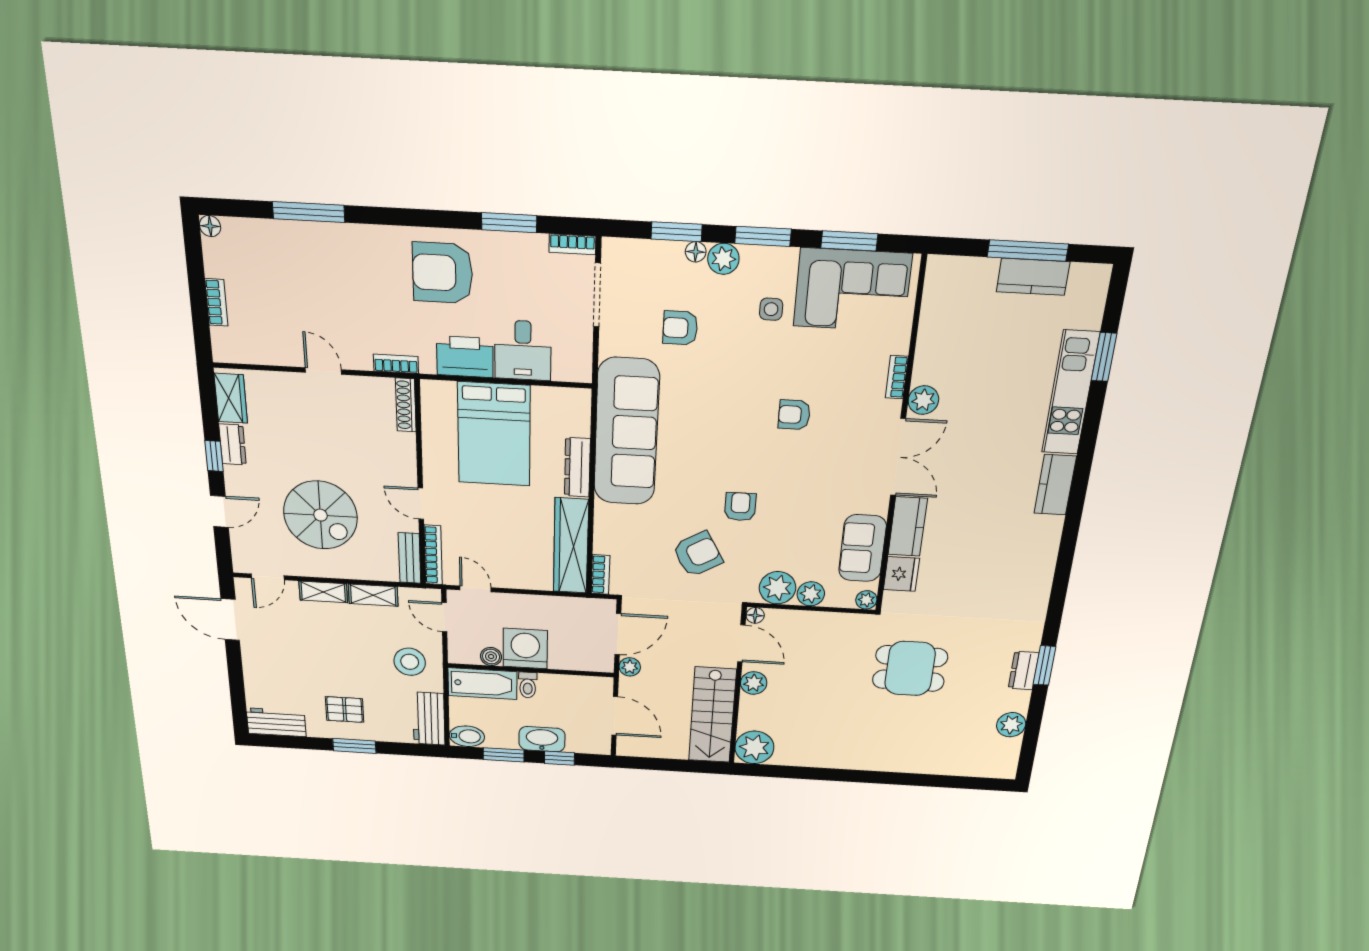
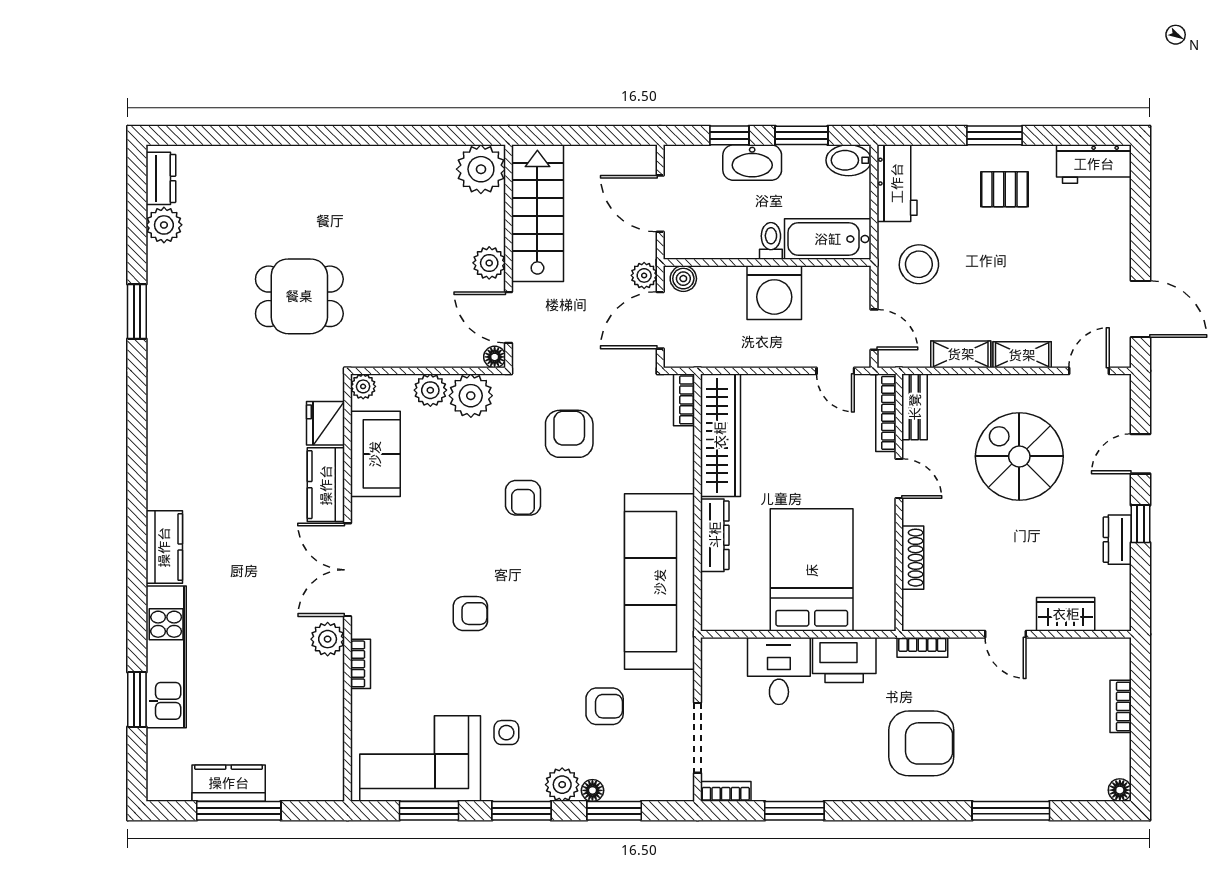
armchair: (443, 273) -> (921, 743), moved
wardrobe: (231, 398) -> (1066, 614), moved, turned 90
shoe rack: (406, 405) -> (913, 558), moved
armchair: (698, 554) -> (569, 434), turned 120
boiler: (491, 657) -> (683, 279), moved
dresser: (1024, 671) -> (161, 178), moved

